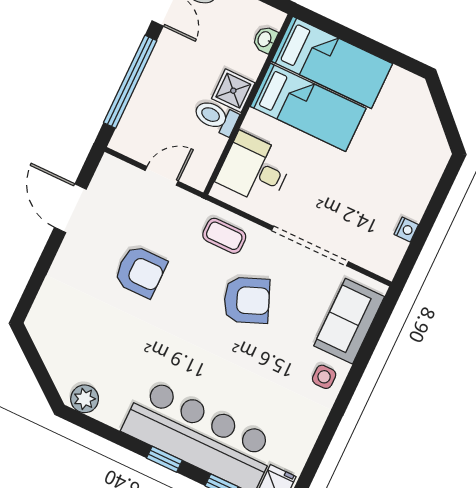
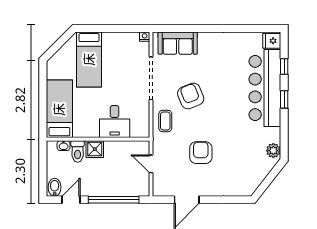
bed: (308, 107) -> (89, 59), moved, turned 180
toilet: (216, 117) -> (78, 151), moved
desk: (255, 169) -> (115, 122), moved
nightstand: (406, 229) -> (145, 37), moved
side table: (324, 377) -> (210, 42), removed

